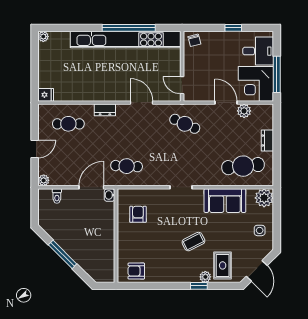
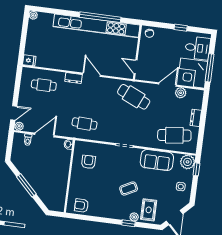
door: (142, 103) -> (92, 75), moved
door: (226, 103) -> (168, 85), hinge flipped
cafe table: (185, 124) -> (134, 97), width x1.37, depth x1.35
door: (35, 149) -> (14, 113), moved
door: (91, 187) -> (44, 135), moved
window: (277, 206) -> (196, 169), added

